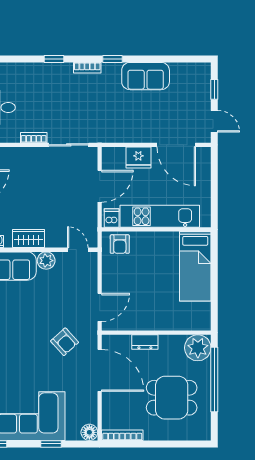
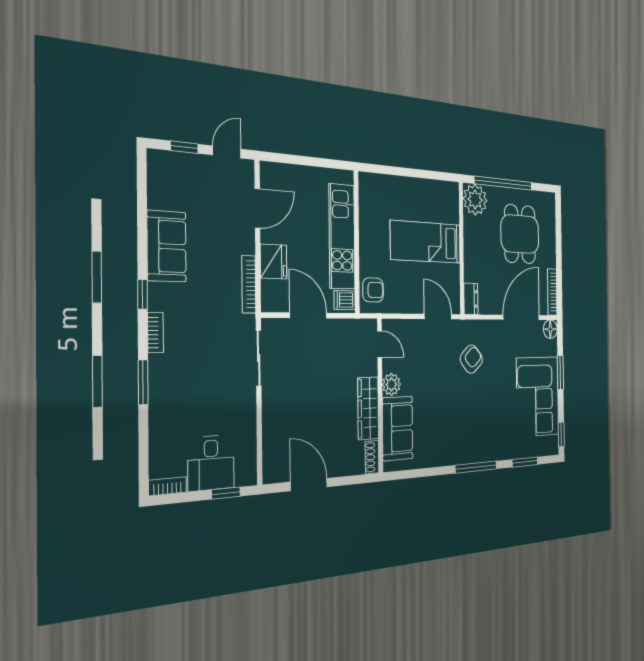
window: (54, 59) -> (143, 382), width x1.50
bookcase: (34, 138) -> (249, 284), moved, width x1.56
door: (176, 145) -> (257, 208), width x0.73
wardrobe: (29, 238) -> (368, 408), width x1.50
door: (78, 250) -> (380, 344), swing flipped
bed: (195, 266) -> (426, 242), moved, turned 180
dresser: (145, 342) -> (471, 299), moved
door: (100, 370) -> (521, 317), moved
window: (51, 444) -> (560, 372), width x1.50

